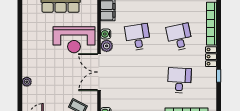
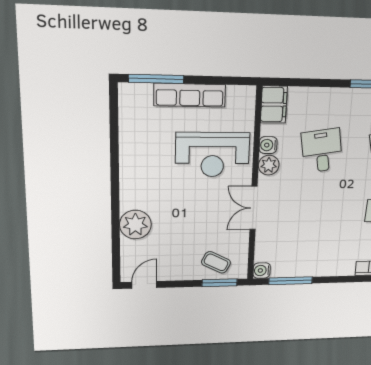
double door: (99, 72) -> (253, 208), width x0.73
plant: (27, 82) -> (135, 225), width x1.88, depth x1.88

